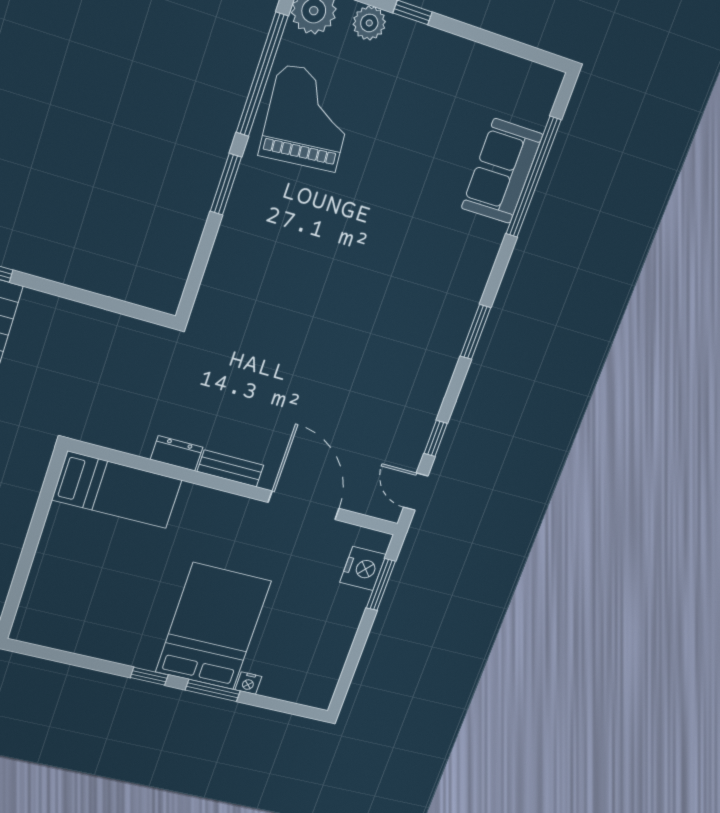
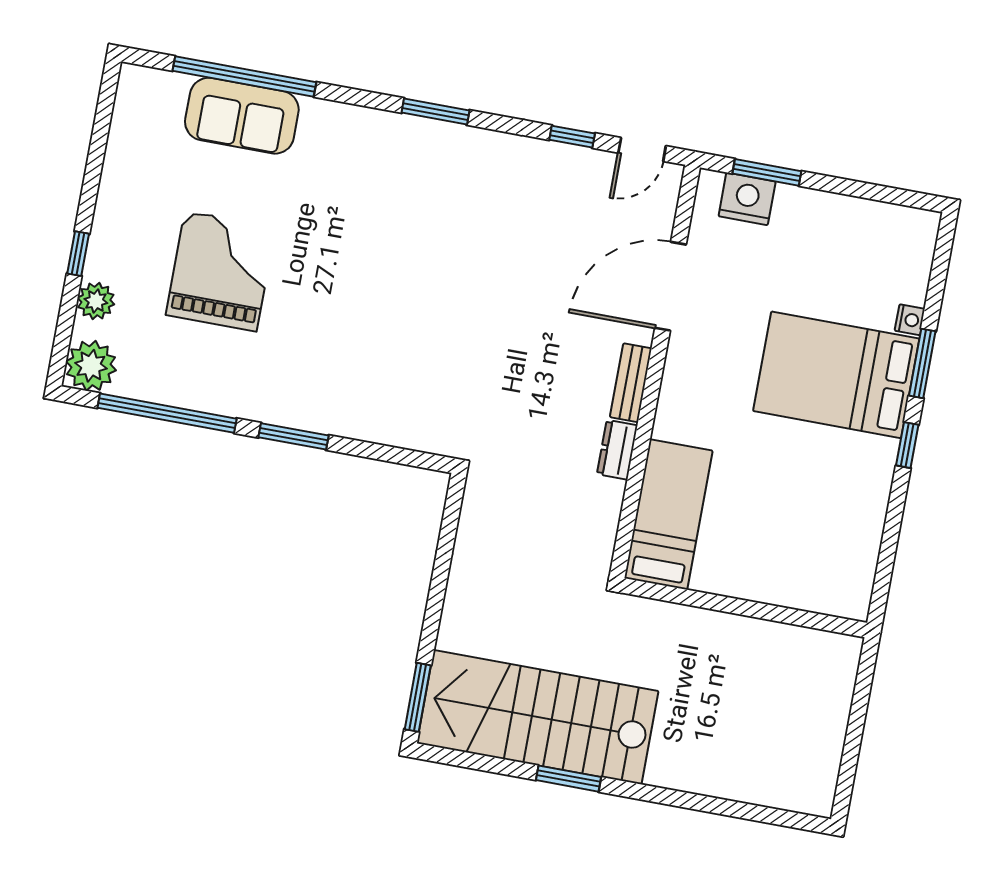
grand piano: (308, 118) -> (221, 271), moved, turned 95

